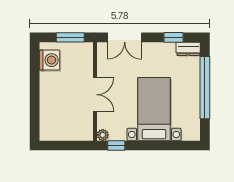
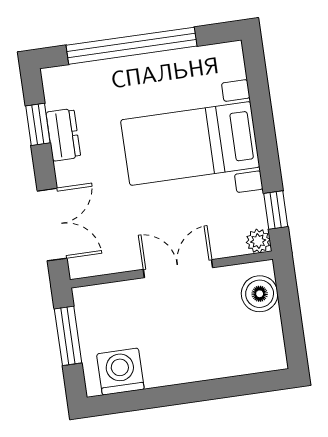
dresser: (188, 49) -> (63, 135), moved
boiler: (77, 132) -> (260, 294), added

